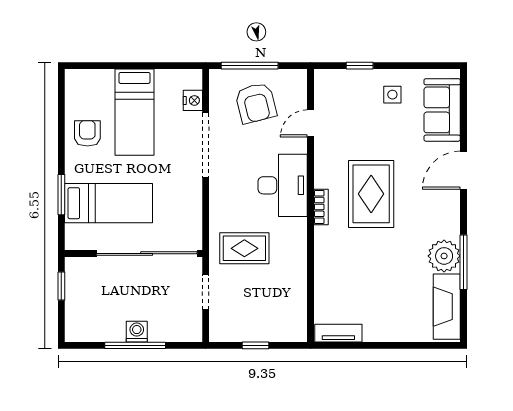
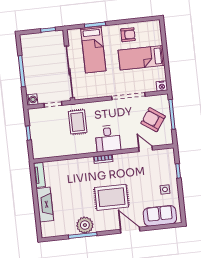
nightstand: (193, 100) -> (162, 86), moved
armchair: (256, 103) -> (153, 120), turned 49
desk: (283, 185) -> (108, 139), width x0.73
rug: (371, 194) -> (111, 197), moved
fireplace: (447, 307) -> (45, 205), moved, turned 90
washing machine: (137, 332) -> (32, 100), moved

